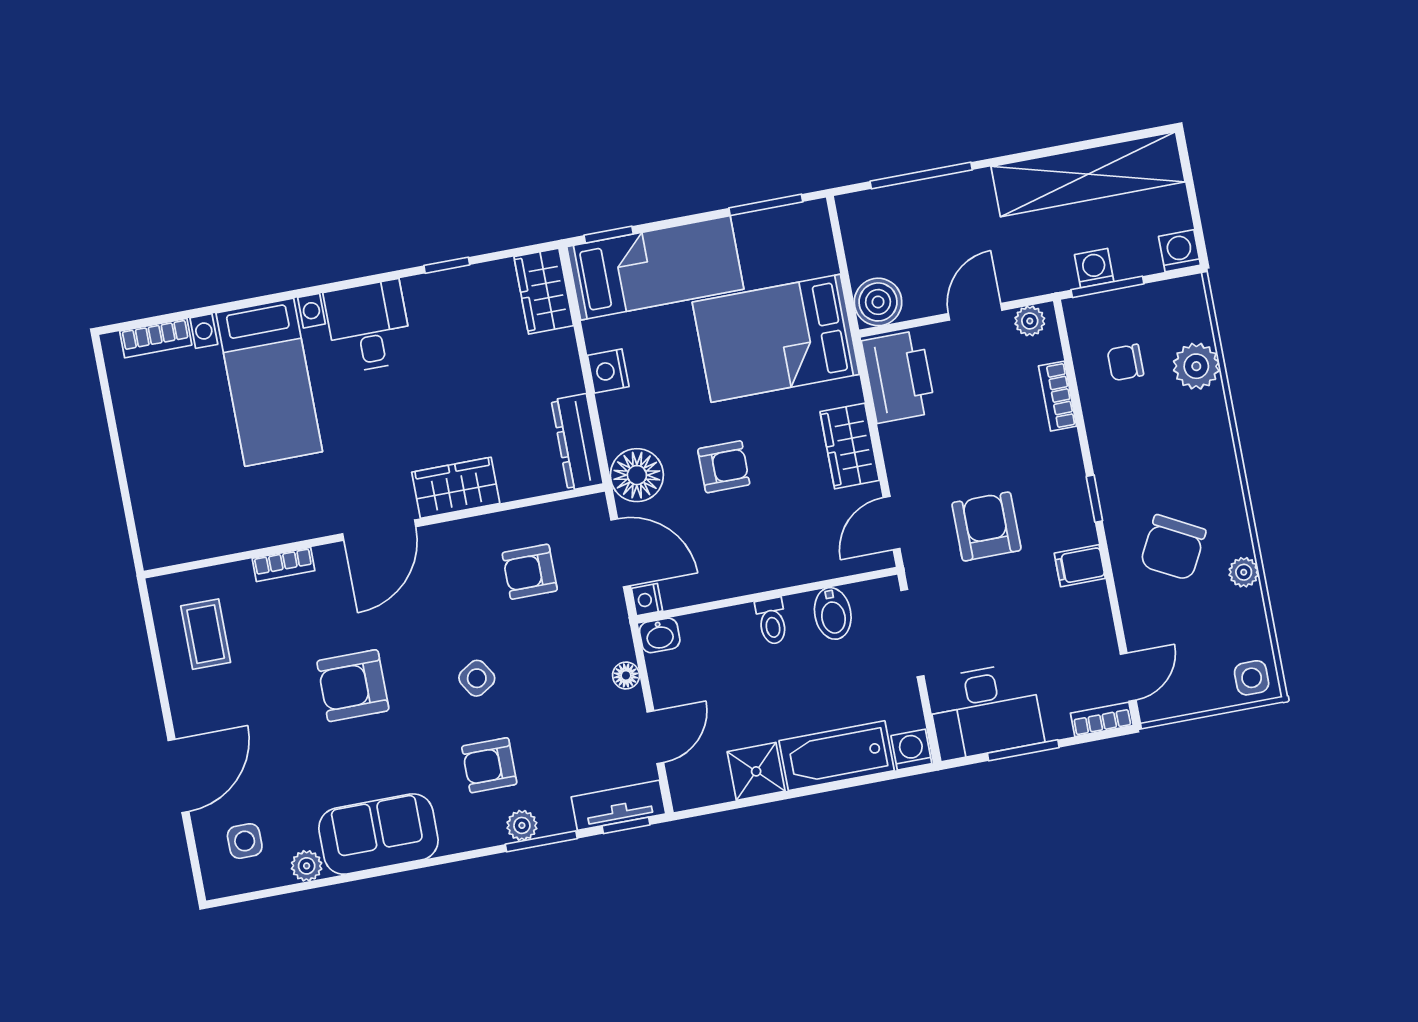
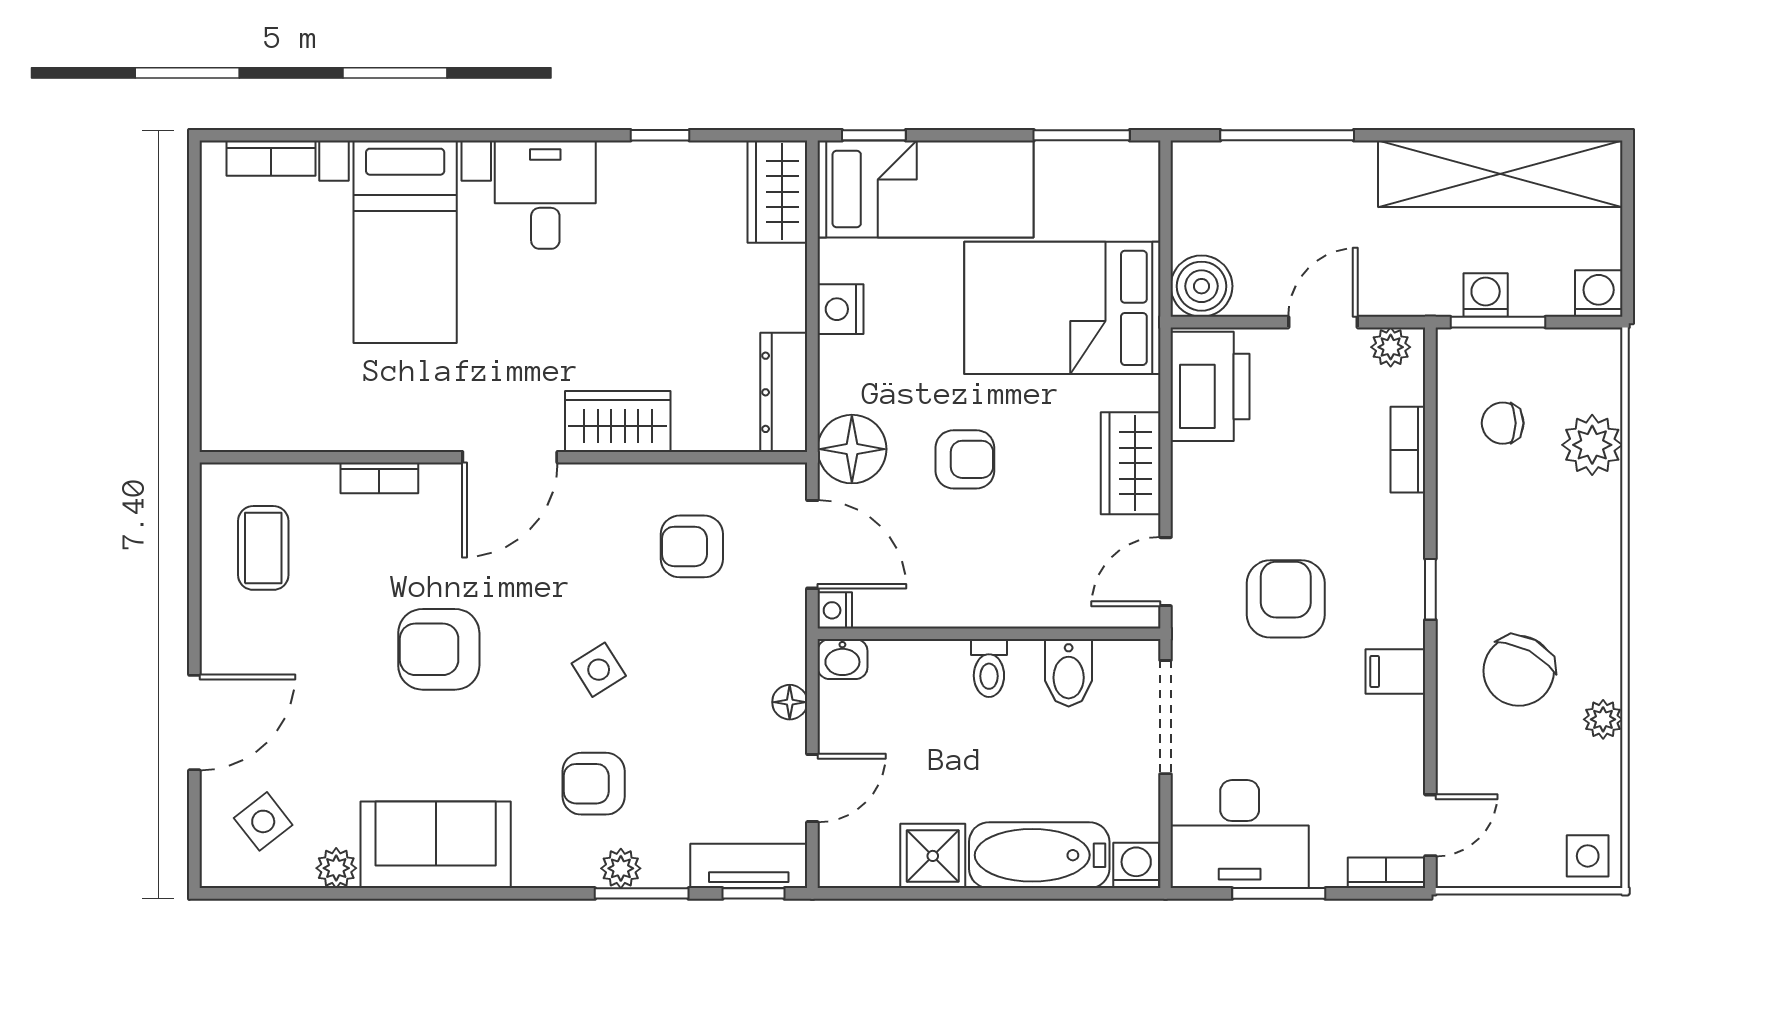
side table: (245, 841) -> (263, 821), turned -38

